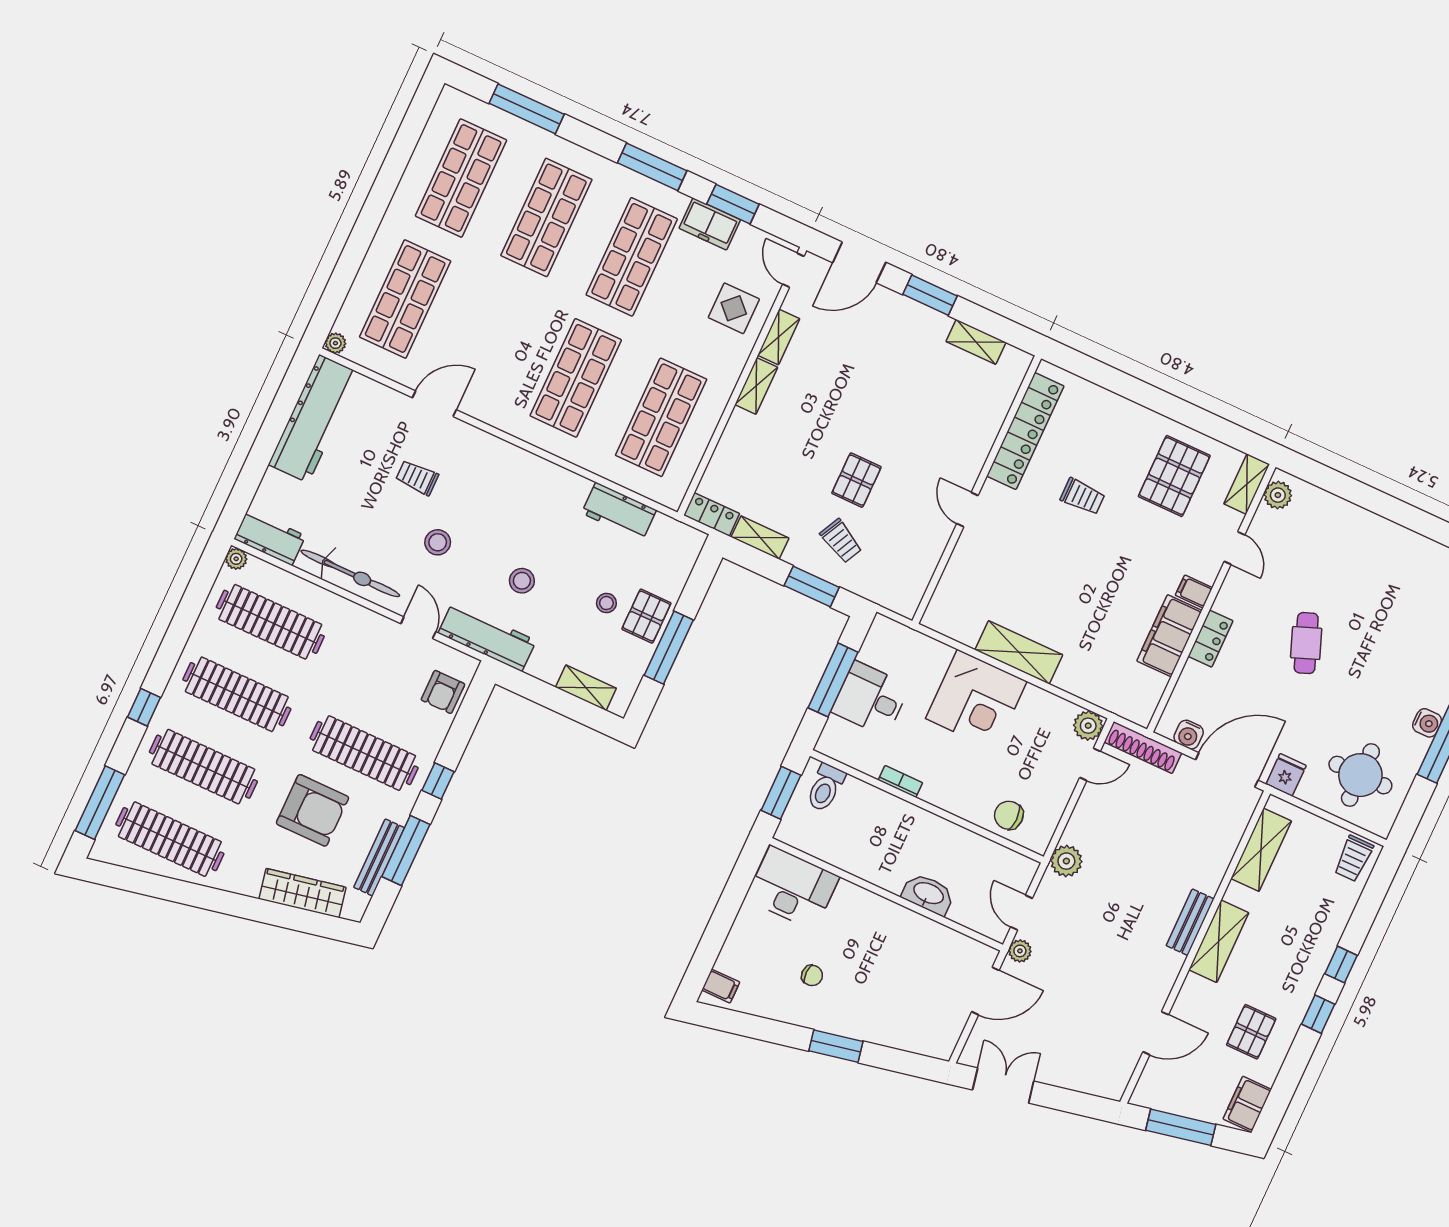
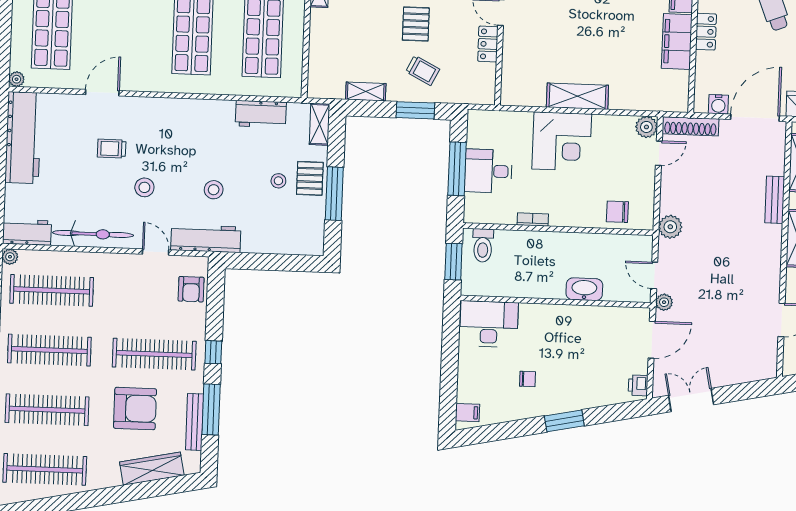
locker: (712, 514) -> (488, 44), moved, turned -90
shelving: (586, 688) -> (320, 124), moved, turned 90
bench: (1190, 922) -> (775, 200), moved
printer: (945, 1040) -> (638, 385), added

